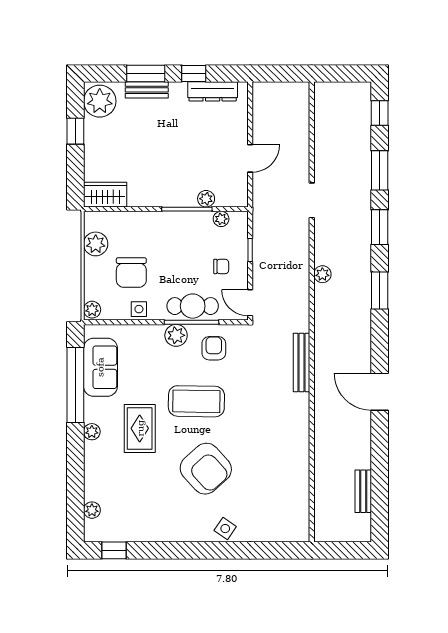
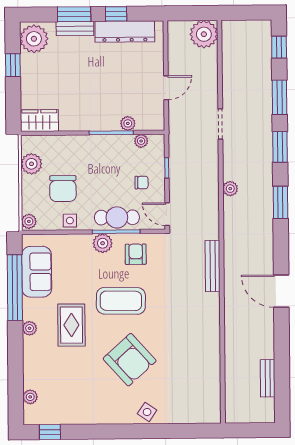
dresser: (213, 91) -> (125, 32), width x1.37, depth x1.24
plant: (294, 98) -> (204, 34), added

